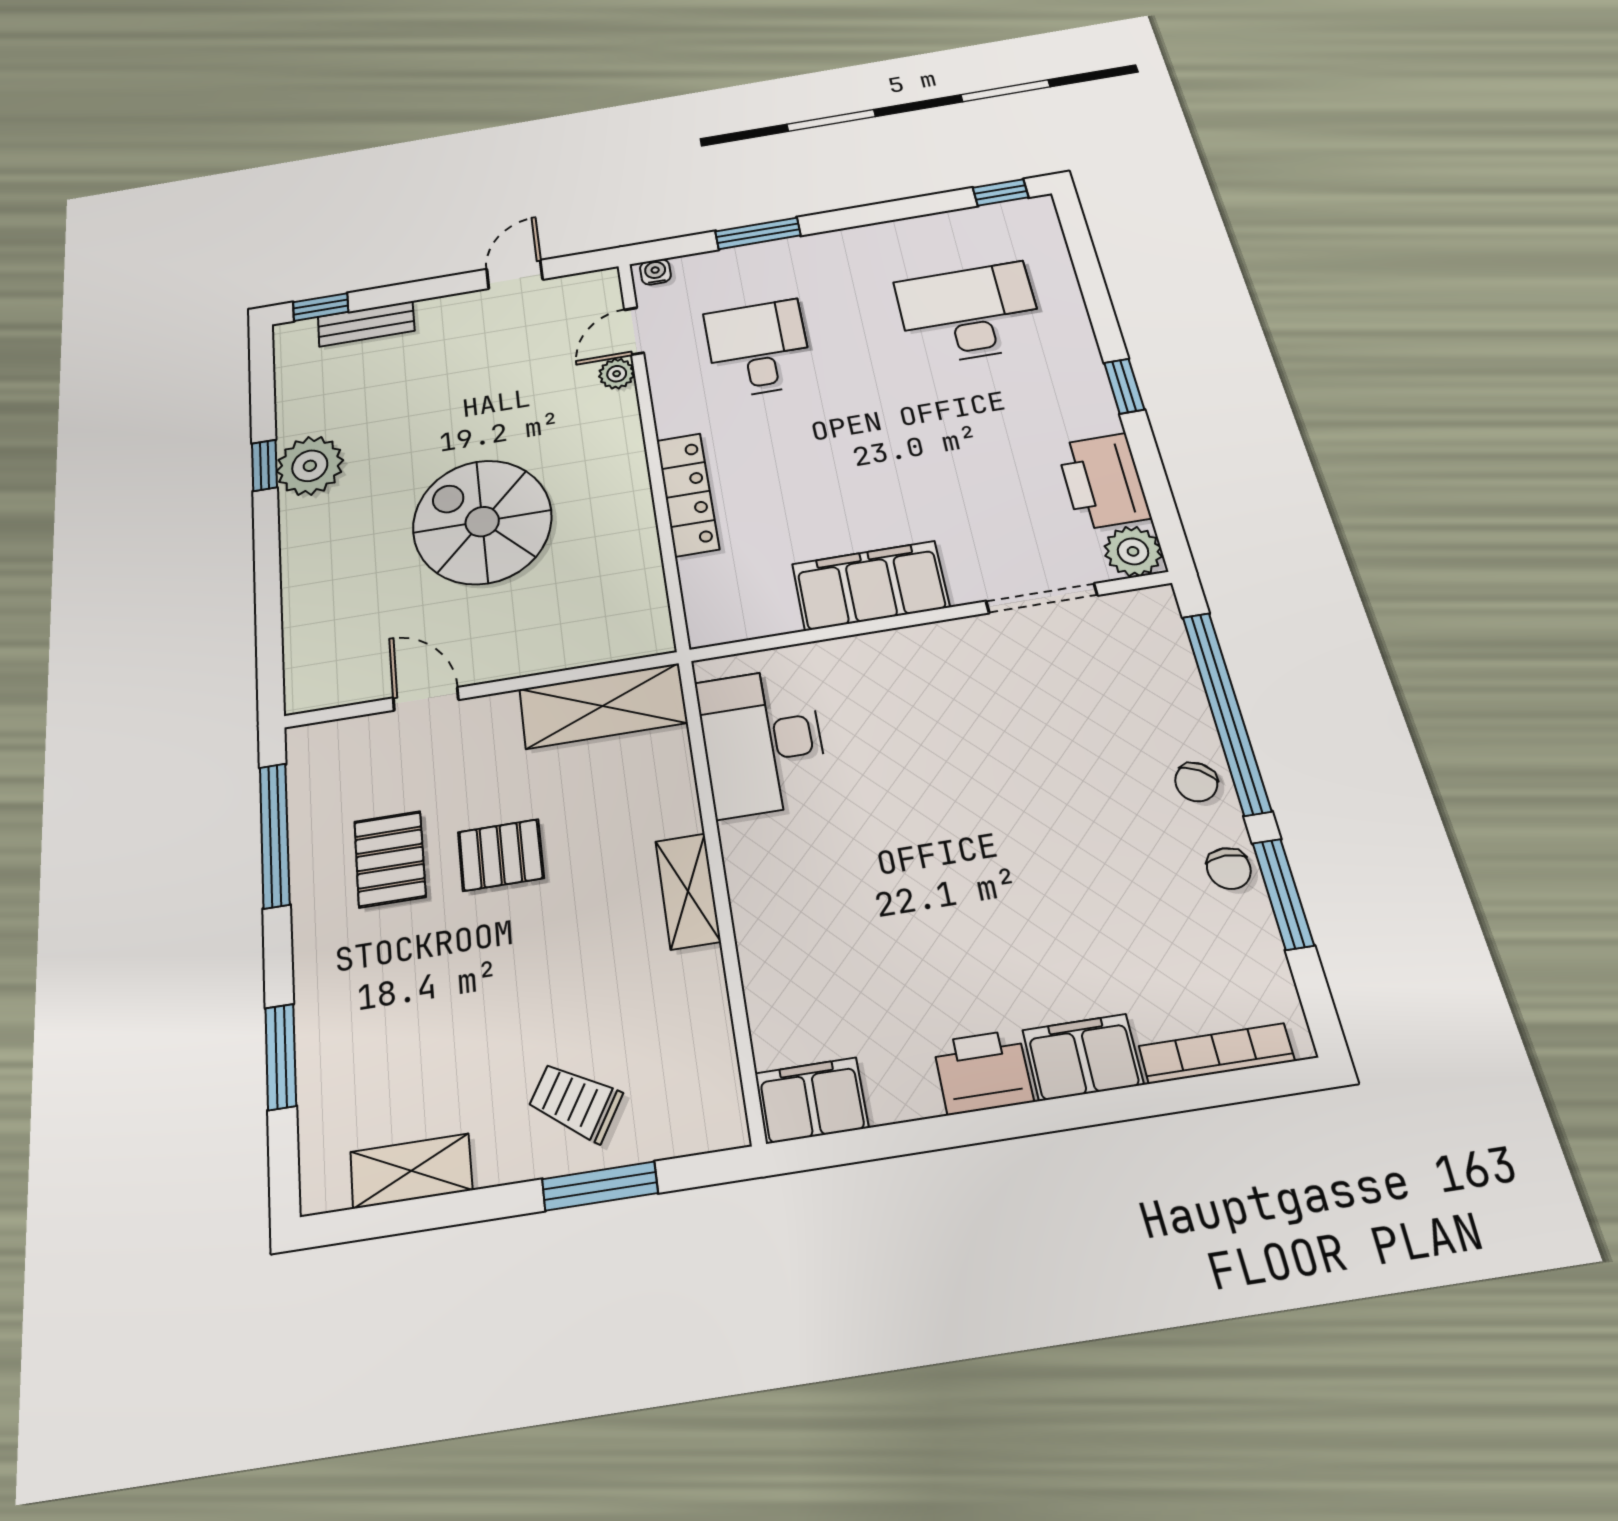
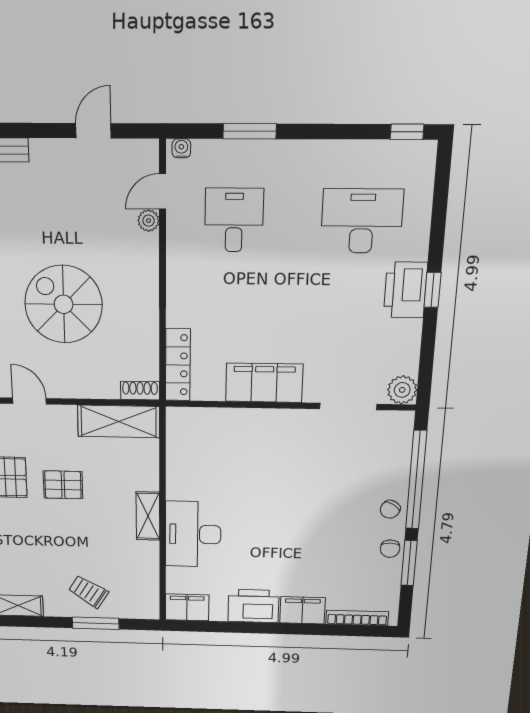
printer: (1103, 481) -> (405, 290), moved
locker: (688, 494) -> (178, 365), moved
shoe rack: (638, 642) -> (140, 391), added
desk: (762, 741) -> (193, 534), moved
printer: (983, 1072) -> (253, 606), width x1.37, depth x1.19

